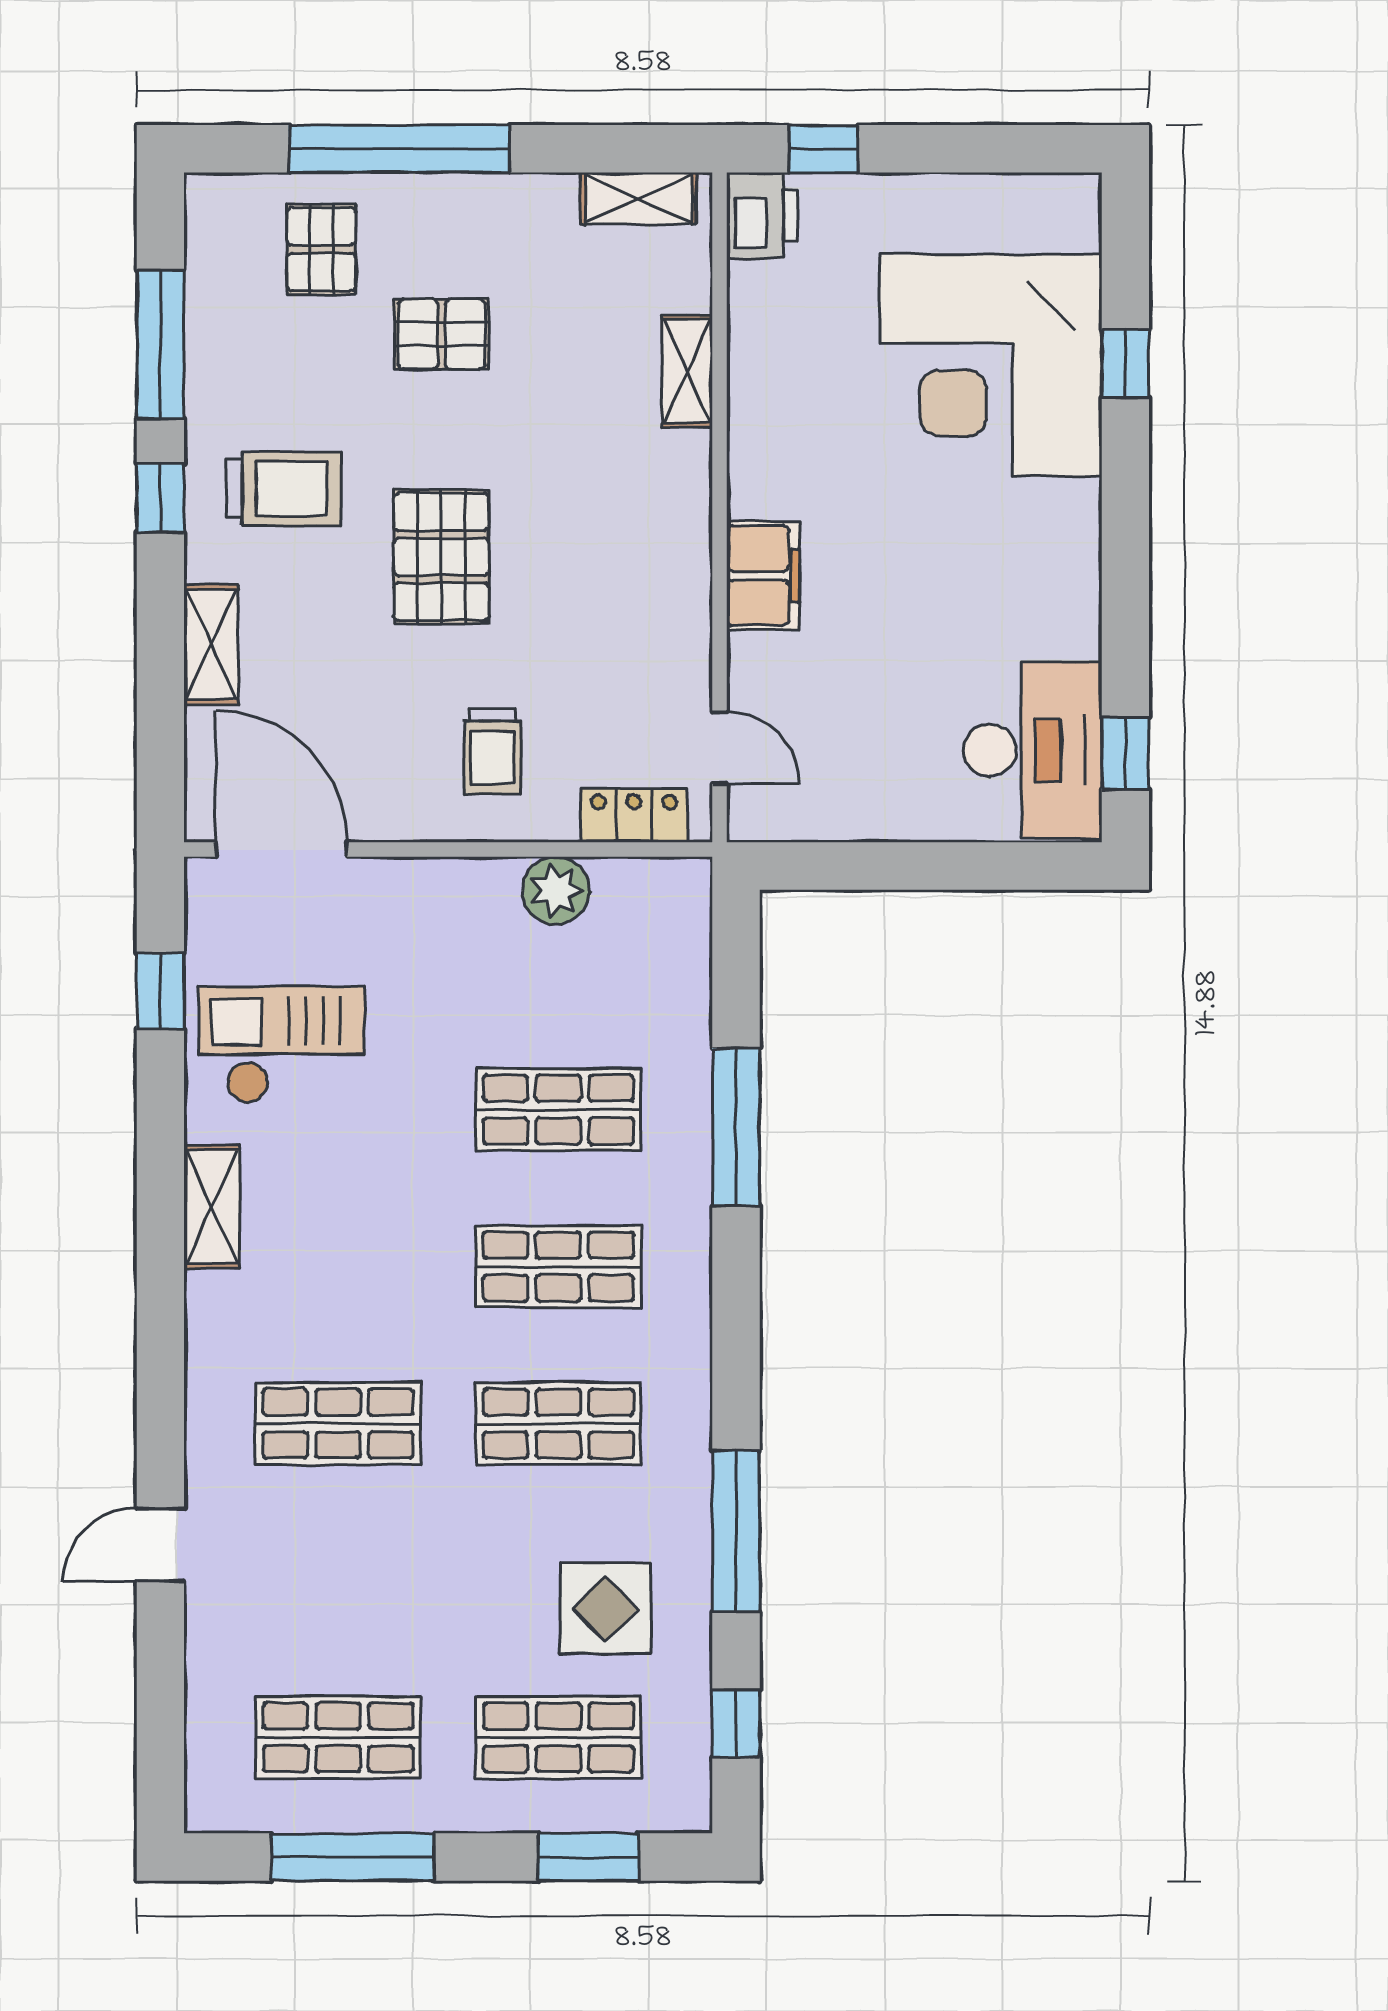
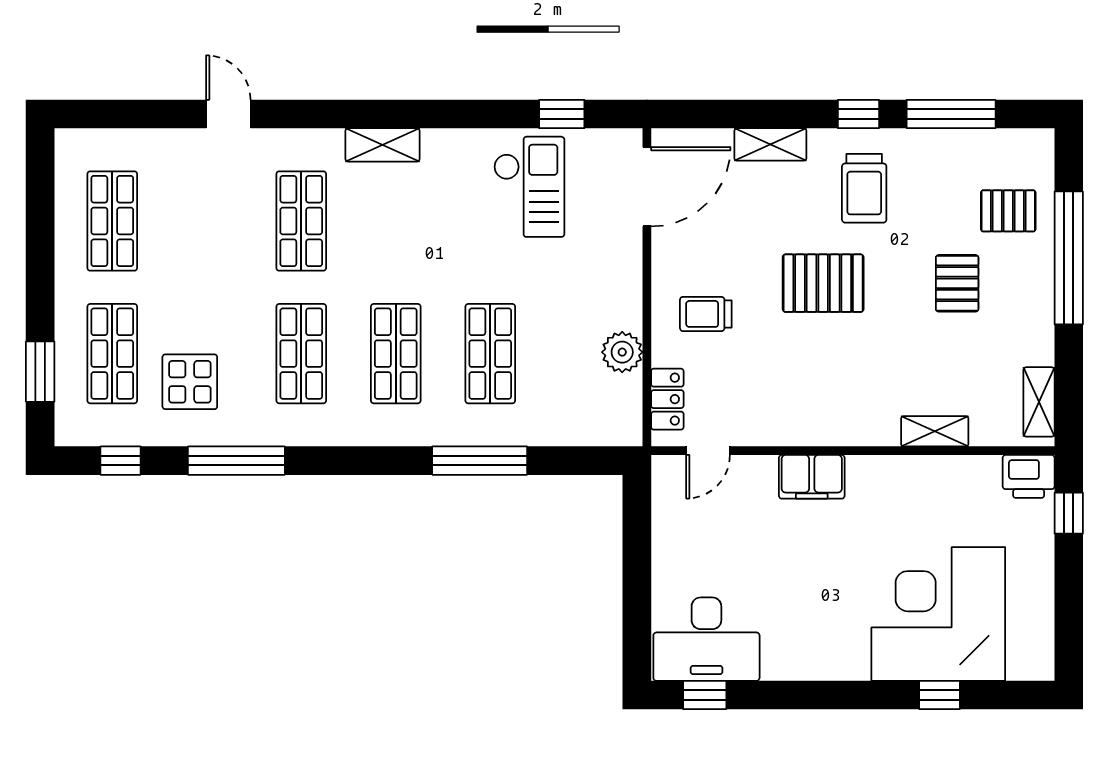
shelving: (212, 1207) -> (383, 145), moved
window: (353, 1857) -> (40, 230), removed

